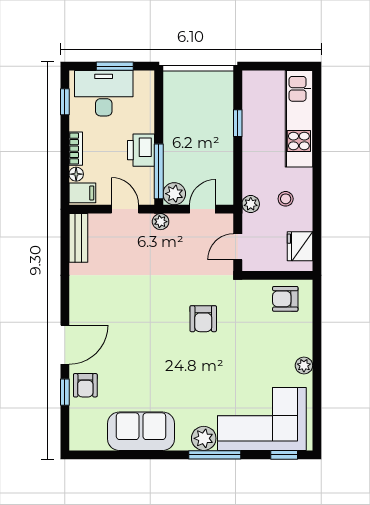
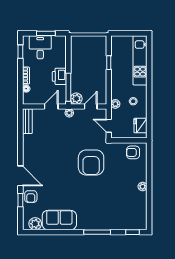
desk: (104, 93) -> (40, 47), width x0.73
filing cabinet: (82, 193) -> (29, 98), removed
door: (125, 209) -> (51, 107), hinge flipped
door: (238, 247) -> (109, 126), hinge flipped
armchair: (203, 319) -> (91, 163), width x1.88, depth x1.88
door: (65, 345) -> (20, 176), hinge flipped
corner sofa: (262, 419) -> (121, 214), removed
plant: (204, 438) -> (35, 224), moved

